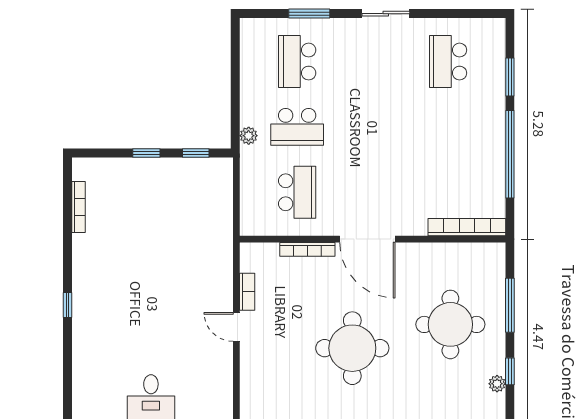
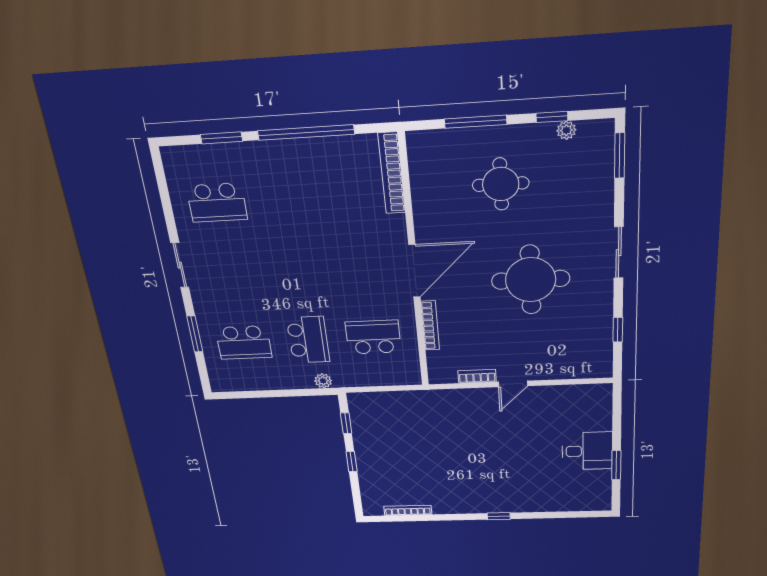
round table: (450, 324) -> (501, 184), width x0.73, depth x0.73

